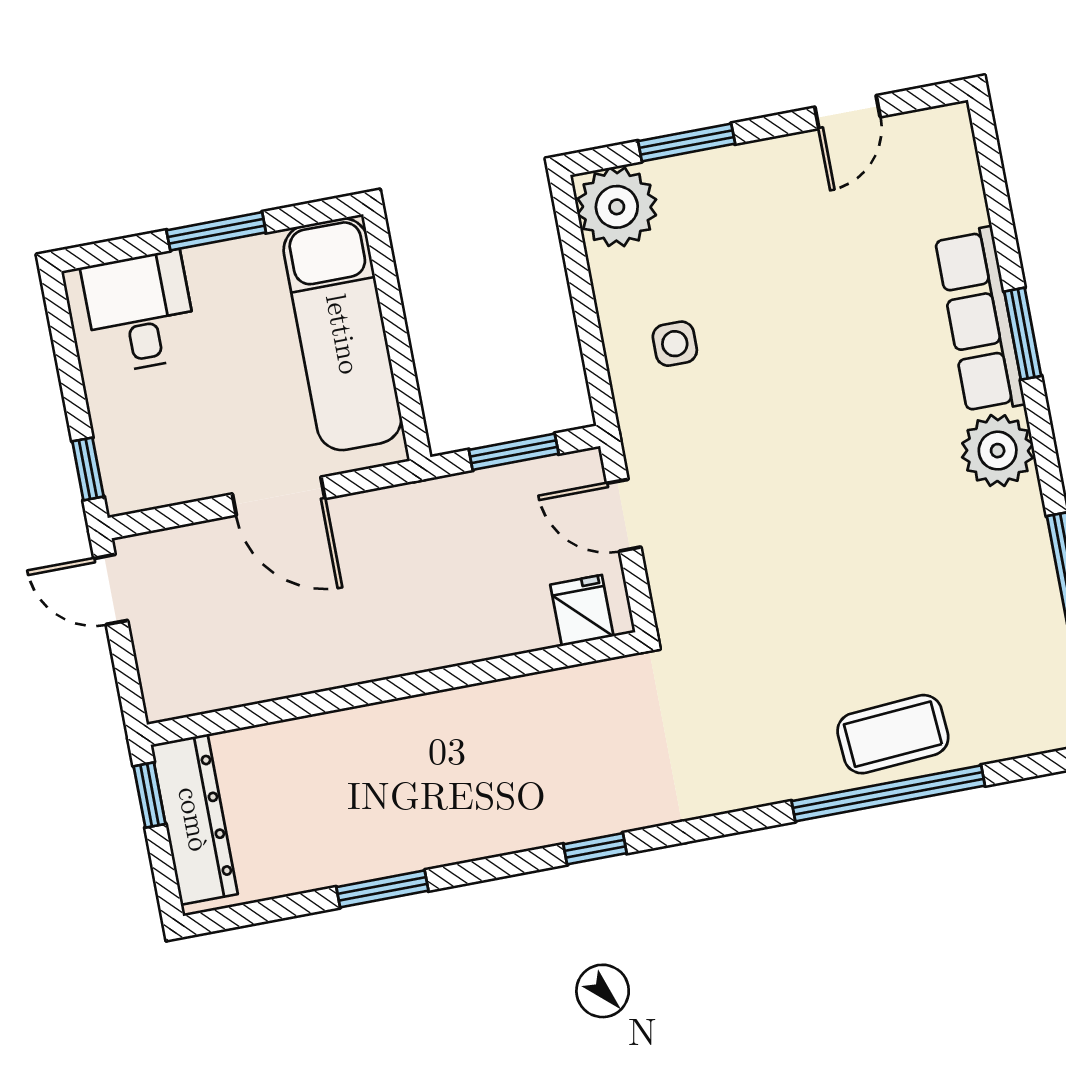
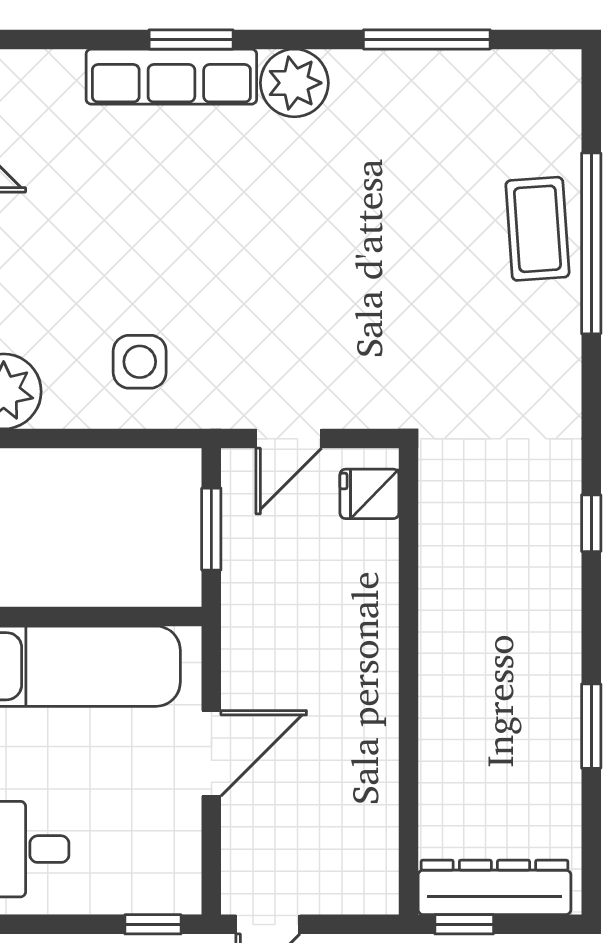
side table: (675, 344) -> (140, 362), width x1.37, depth x1.37

